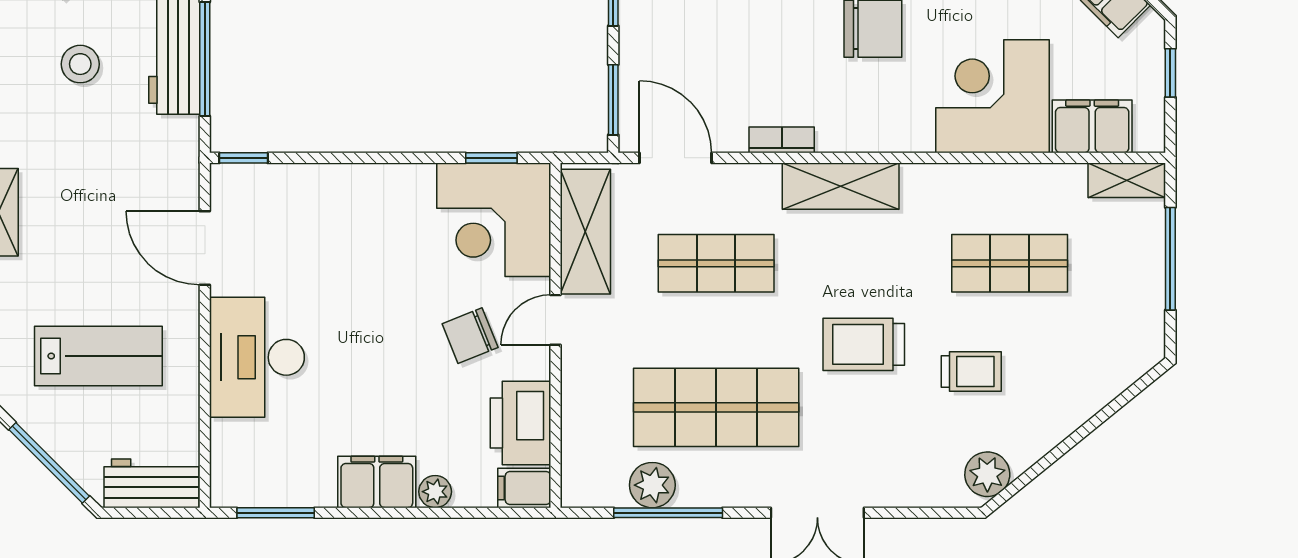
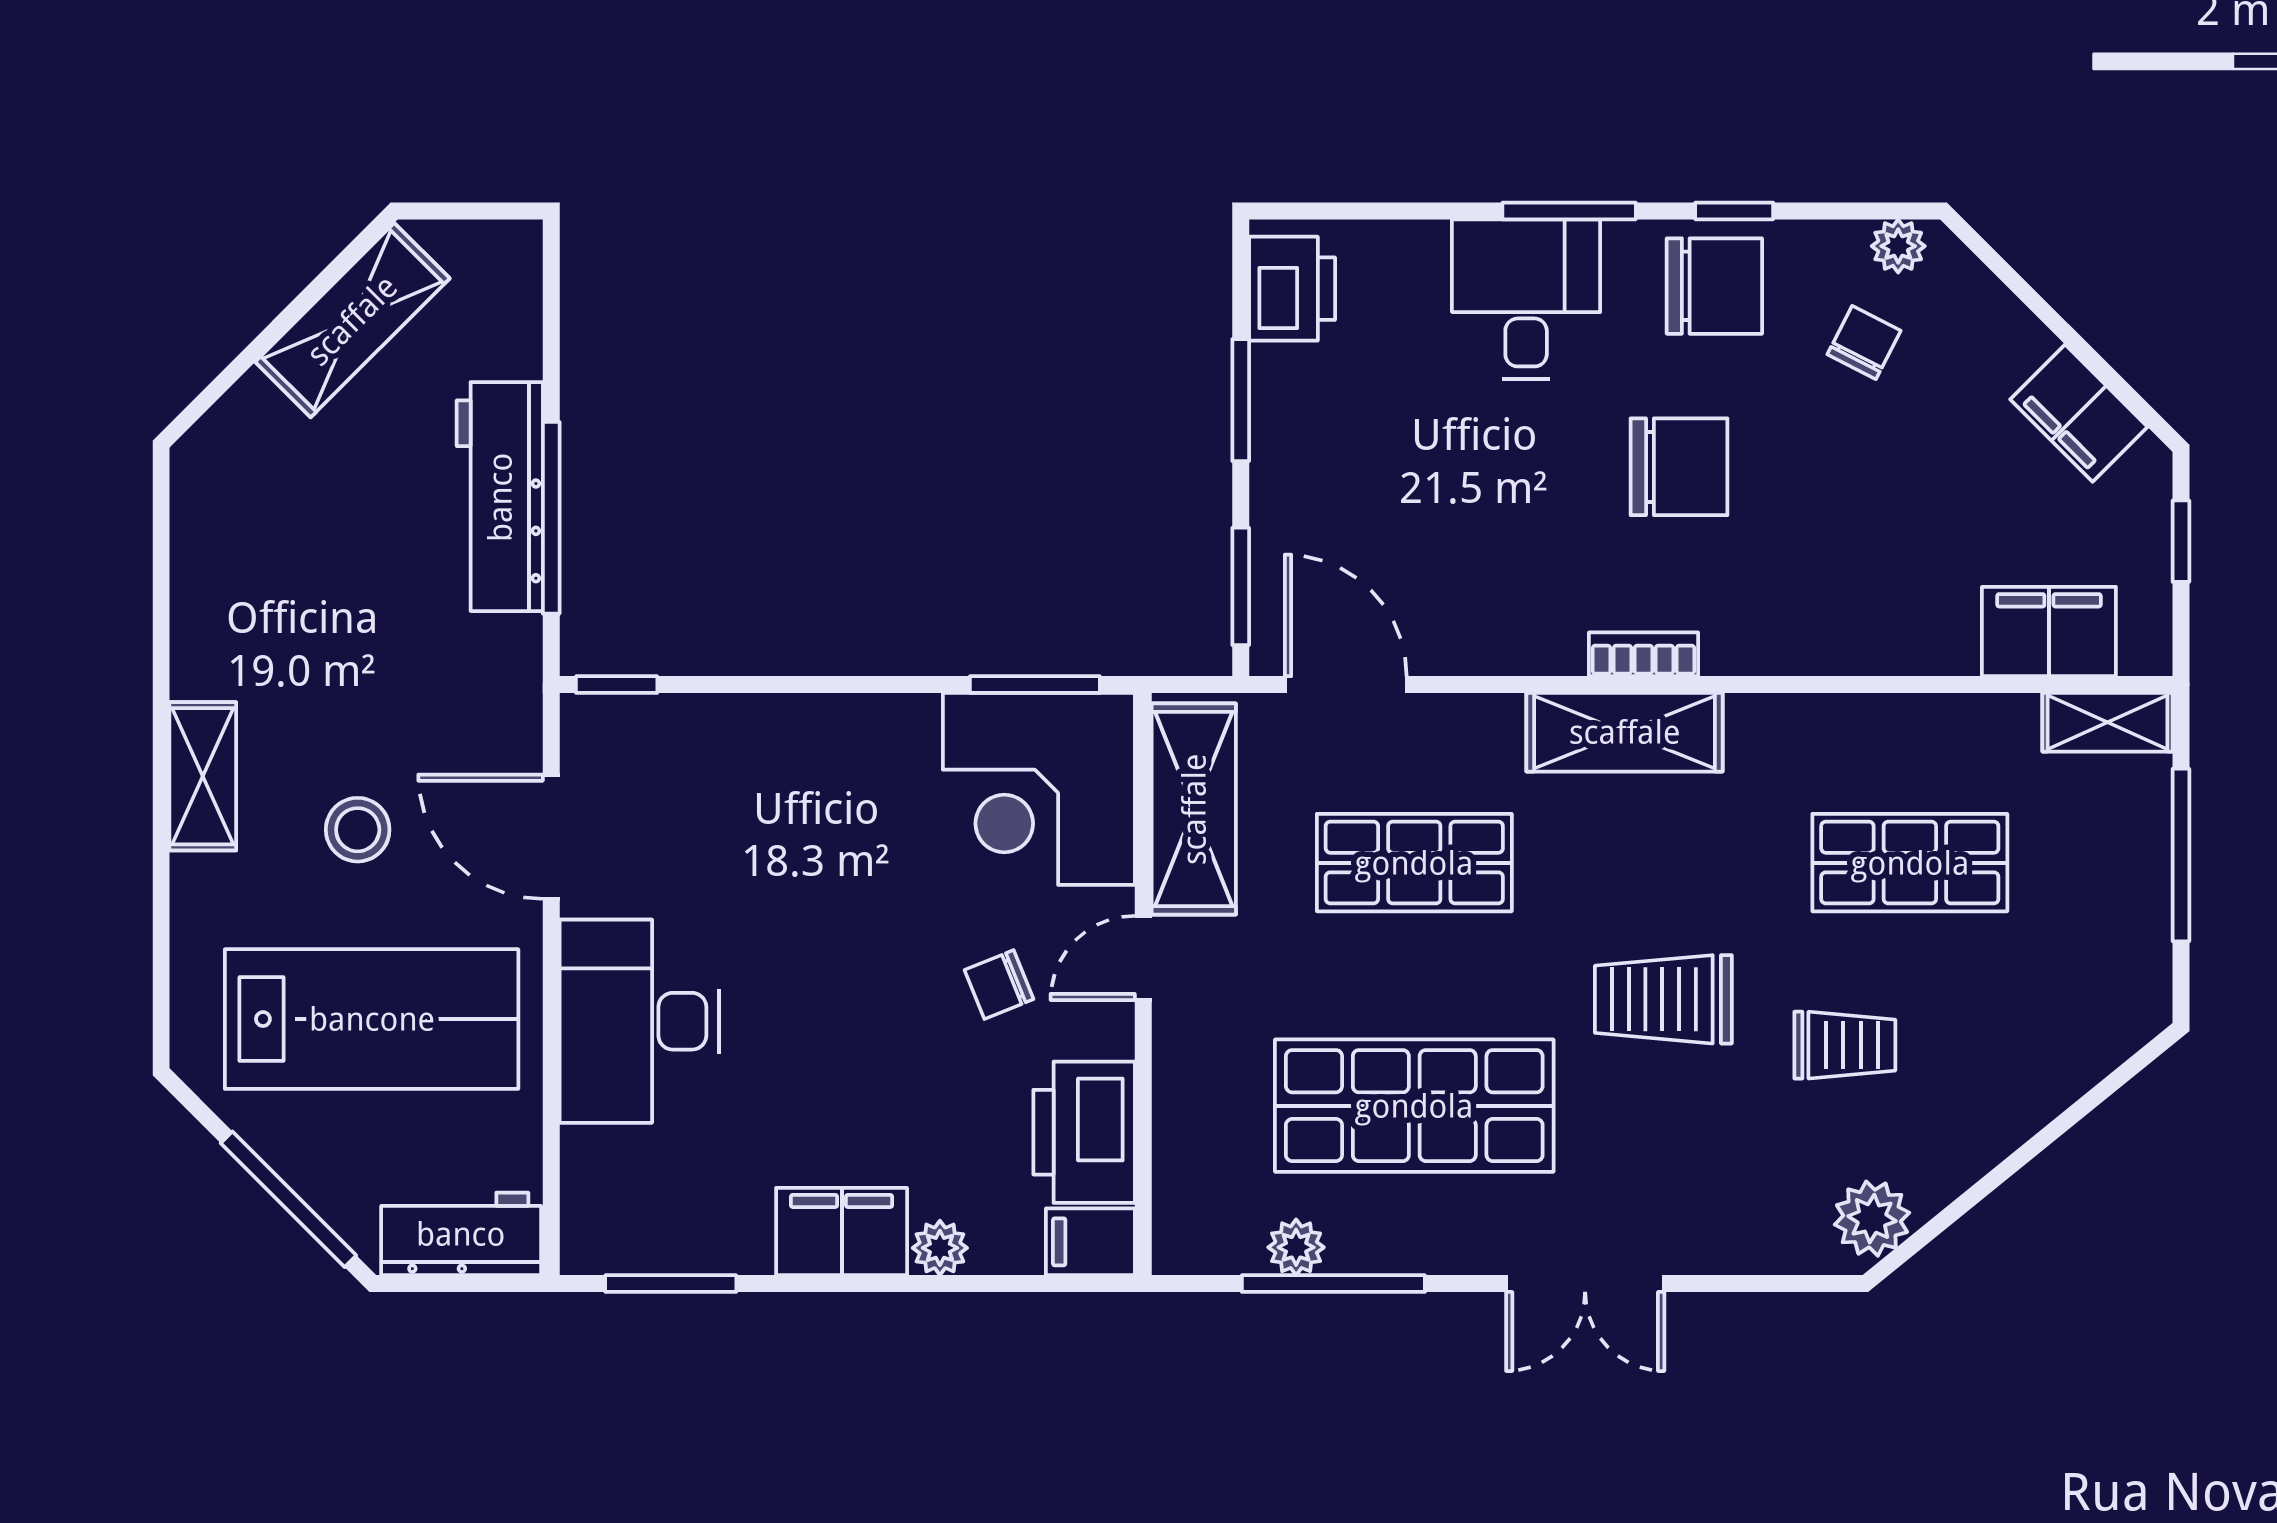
stool: (80, 64) -> (358, 830), moved
corner desk: (993, 96) -> (1881, 581), removed
bookcase: (782, 140) -> (1643, 654), moved
window: (491, 158) -> (1035, 685), width x1.50
chair: (470, 336) -> (999, 985), width x0.73, depth x0.73
lab bench: (98, 356) -> (372, 1019), width x1.36, depth x1.39
plant: (652, 485) -> (1296, 1247), width x0.73, depth x0.73

